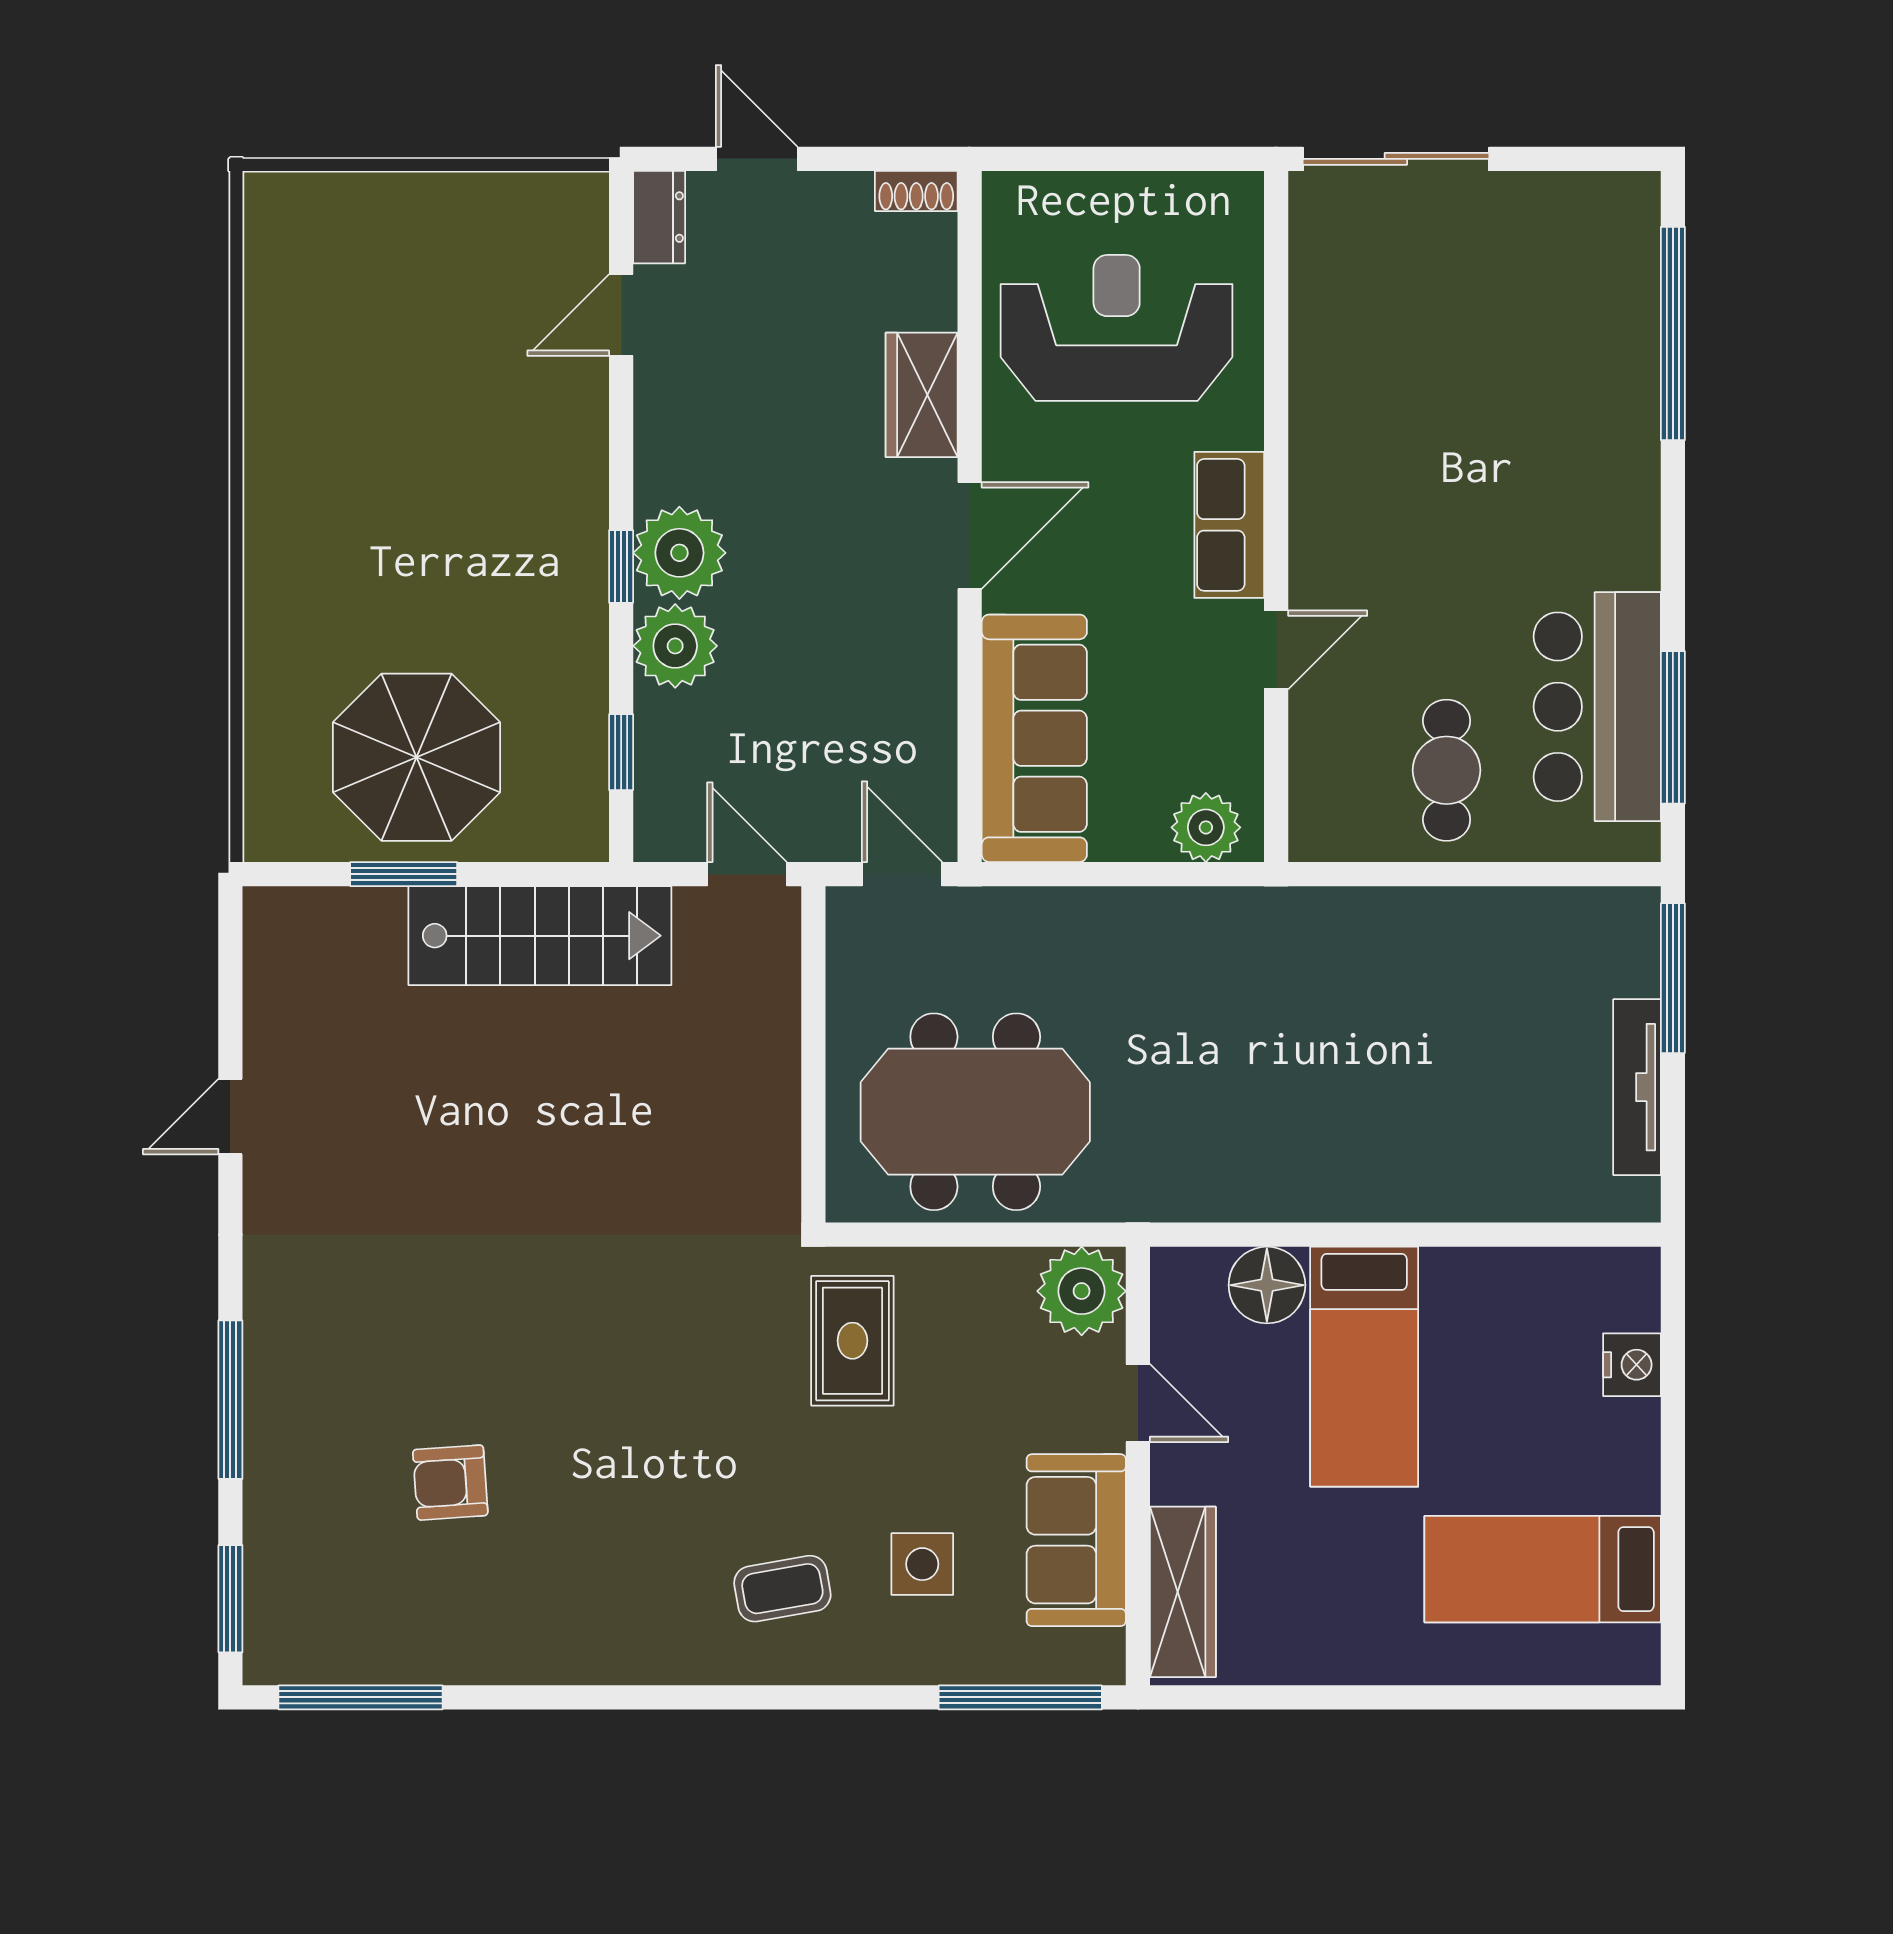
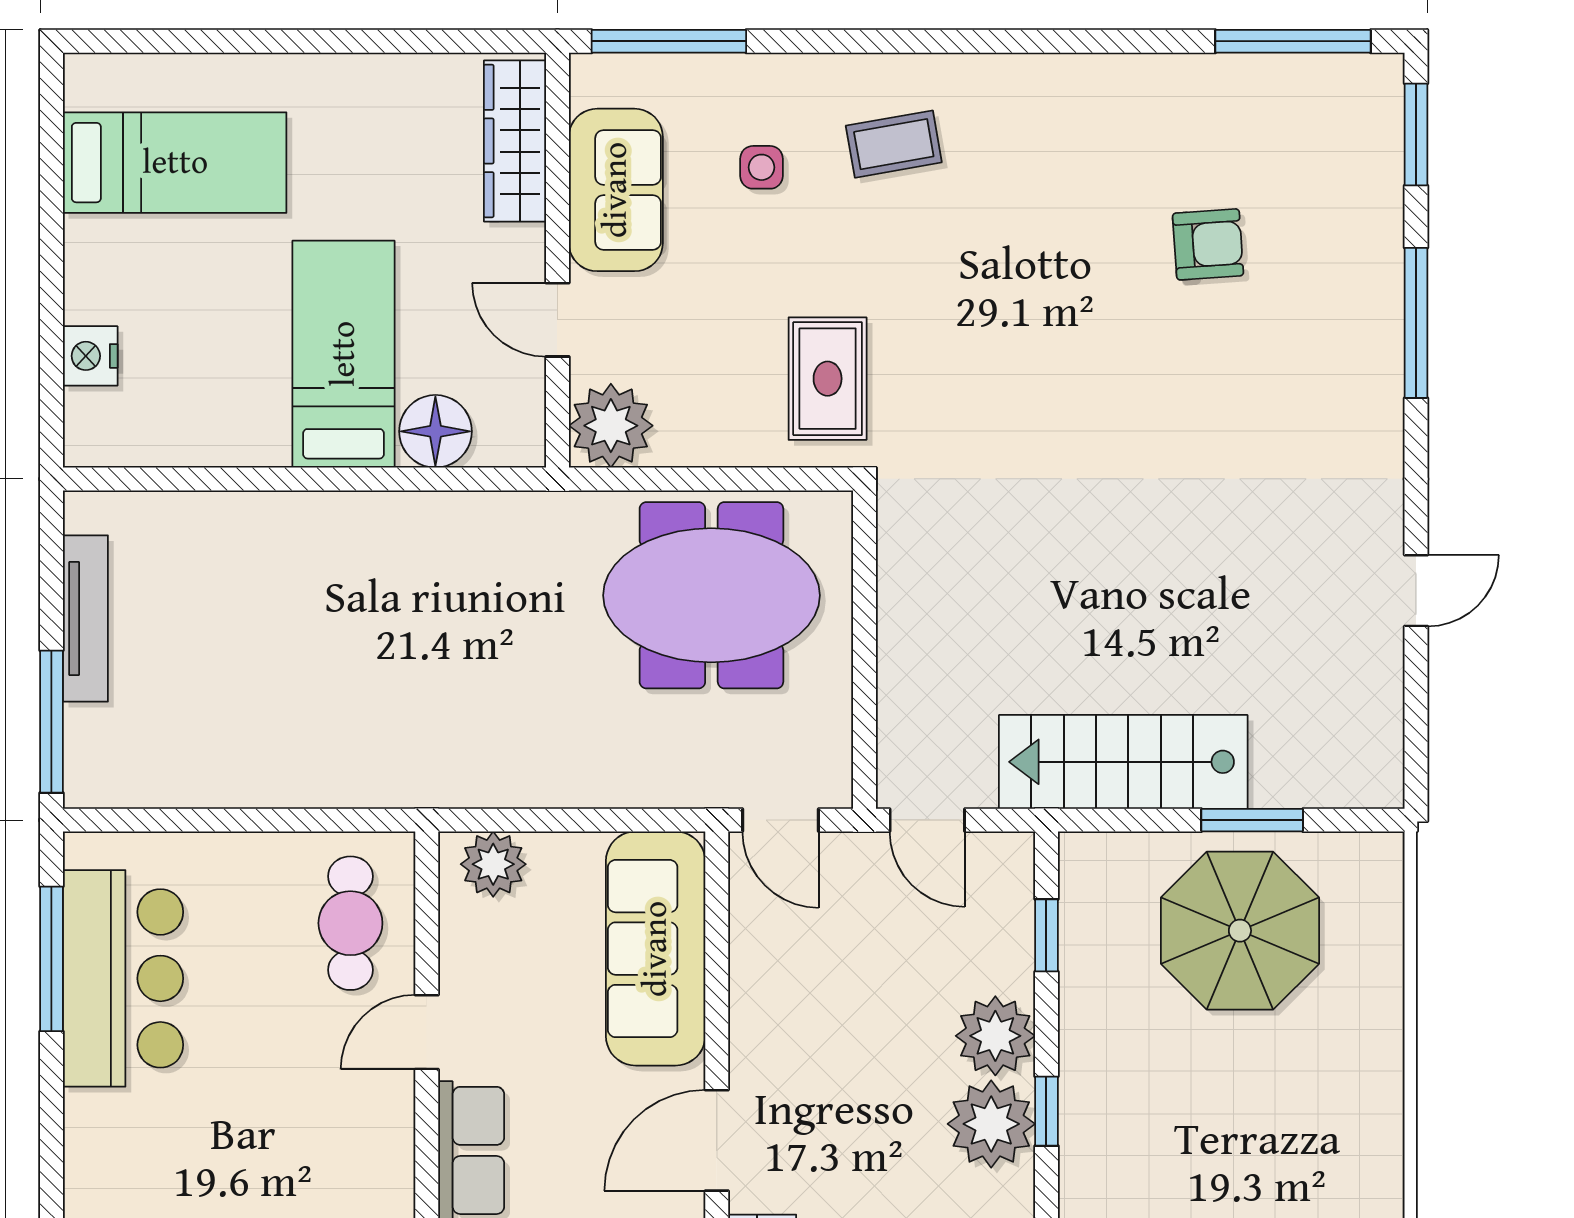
cafe table: (1447, 770) -> (350, 923), moved
side table: (922, 1564) -> (762, 167), width x0.73, depth x0.73

